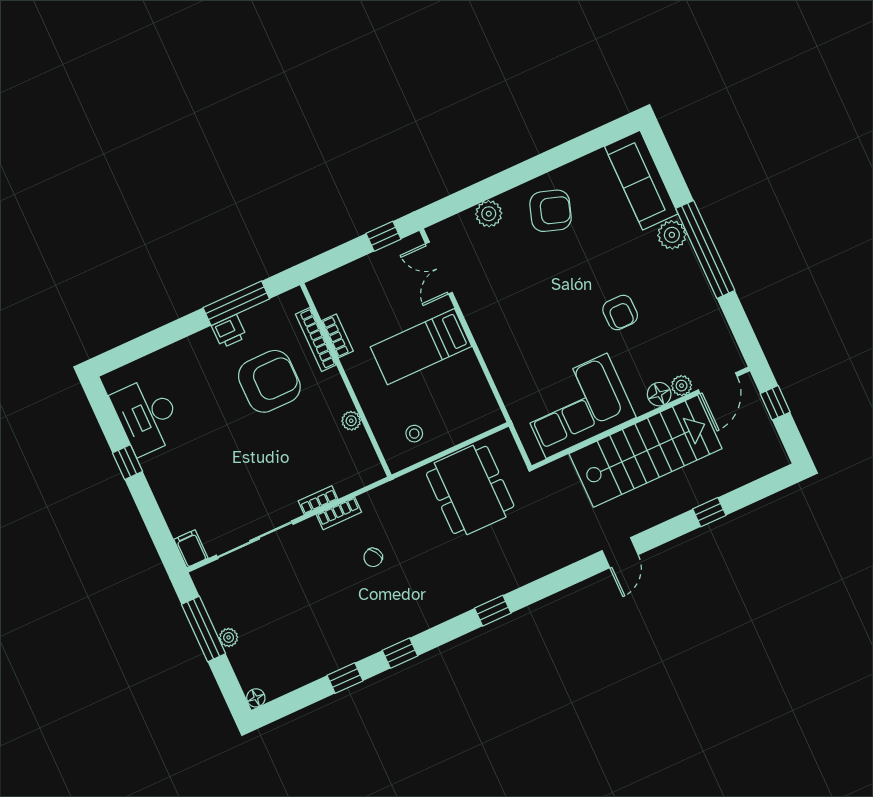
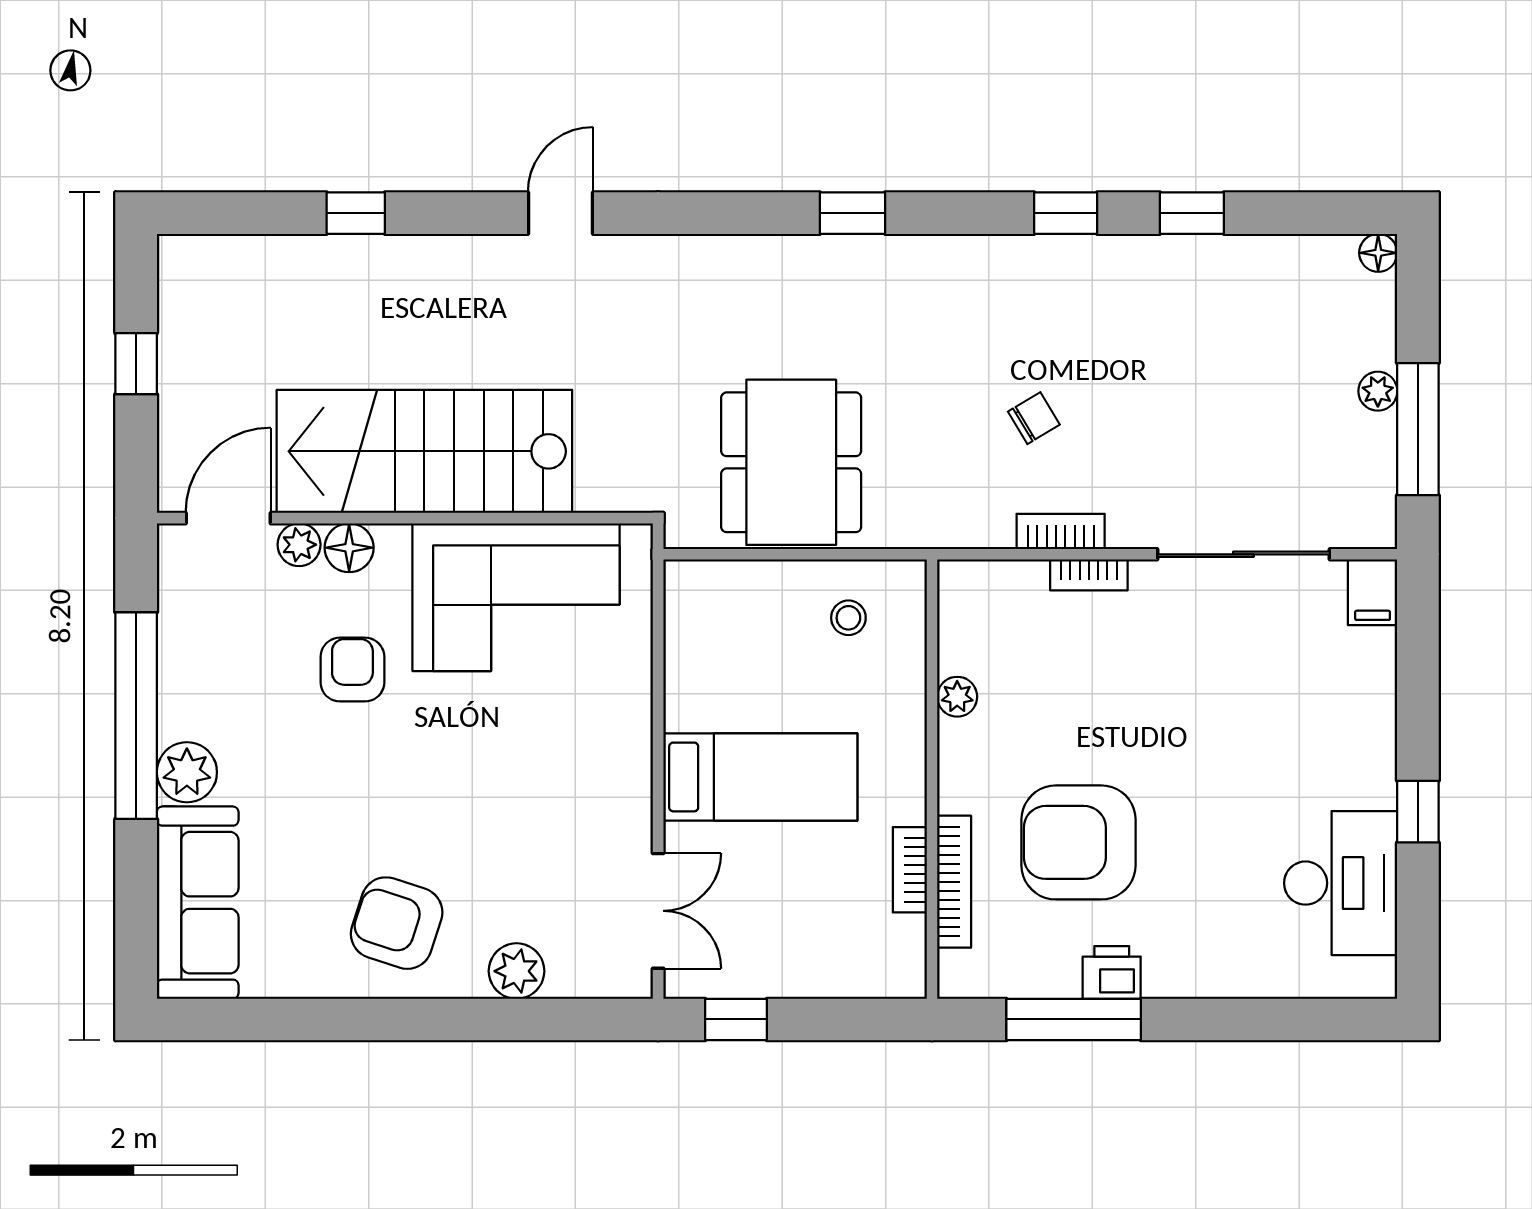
door: (718, 383) -> (228, 518), moved
plant: (682, 386) -> (299, 545), moved
floor lamp: (659, 394) -> (349, 548), moved
corner sofa: (577, 406) -> (516, 597), moved
wall: (641, 418) -> (405, 518), moved
stairs: (645, 451) -> (424, 451), moved

